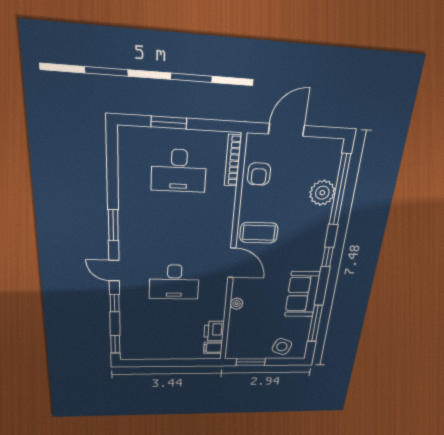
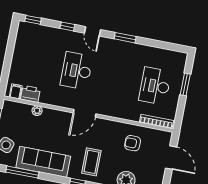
armchair: (259, 174) -> (133, 143), moved
coffee table: (259, 233) -> (91, 162), moved
door: (114, 271) -> (92, 31), swing flipped
sofa: (302, 294) -> (43, 162), width x1.36
plant: (237, 304) -> (37, 111), moved

